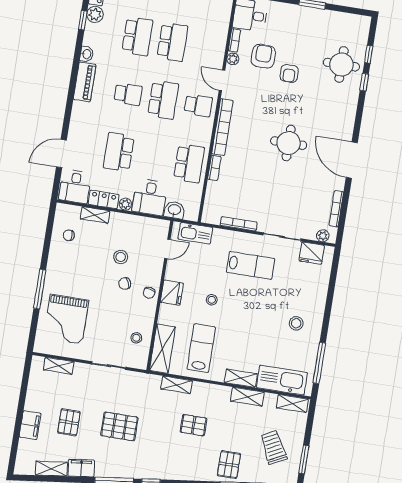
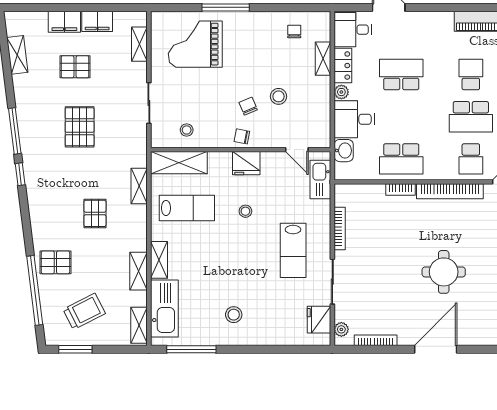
school desk: (128, 94) -> (471, 74), turned 180
filing cabinet: (81, 468) -> (97, 21), moved, turned 97

